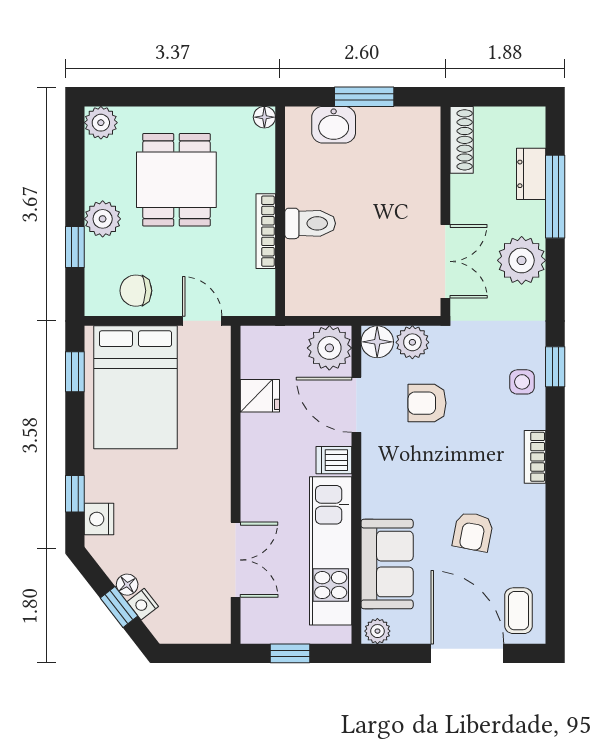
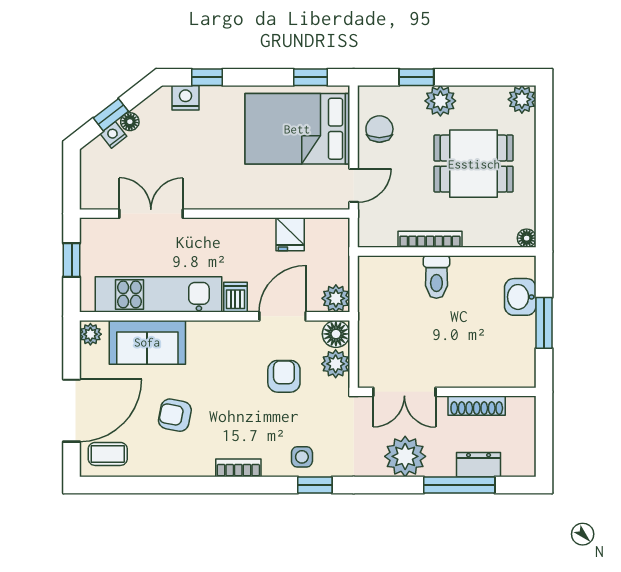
shoe rack: (462, 140) -> (477, 406), moved
plant: (329, 348) -> (336, 298), width x0.73, depth x0.73
double door: (236, 560) -> (151, 214), swing flipped

